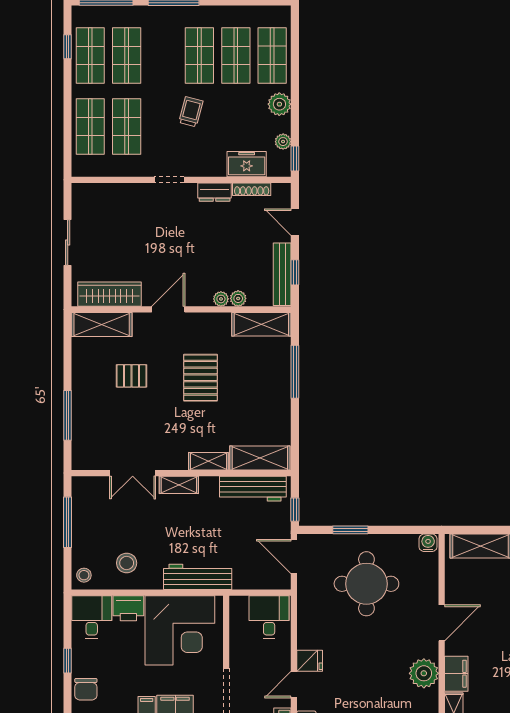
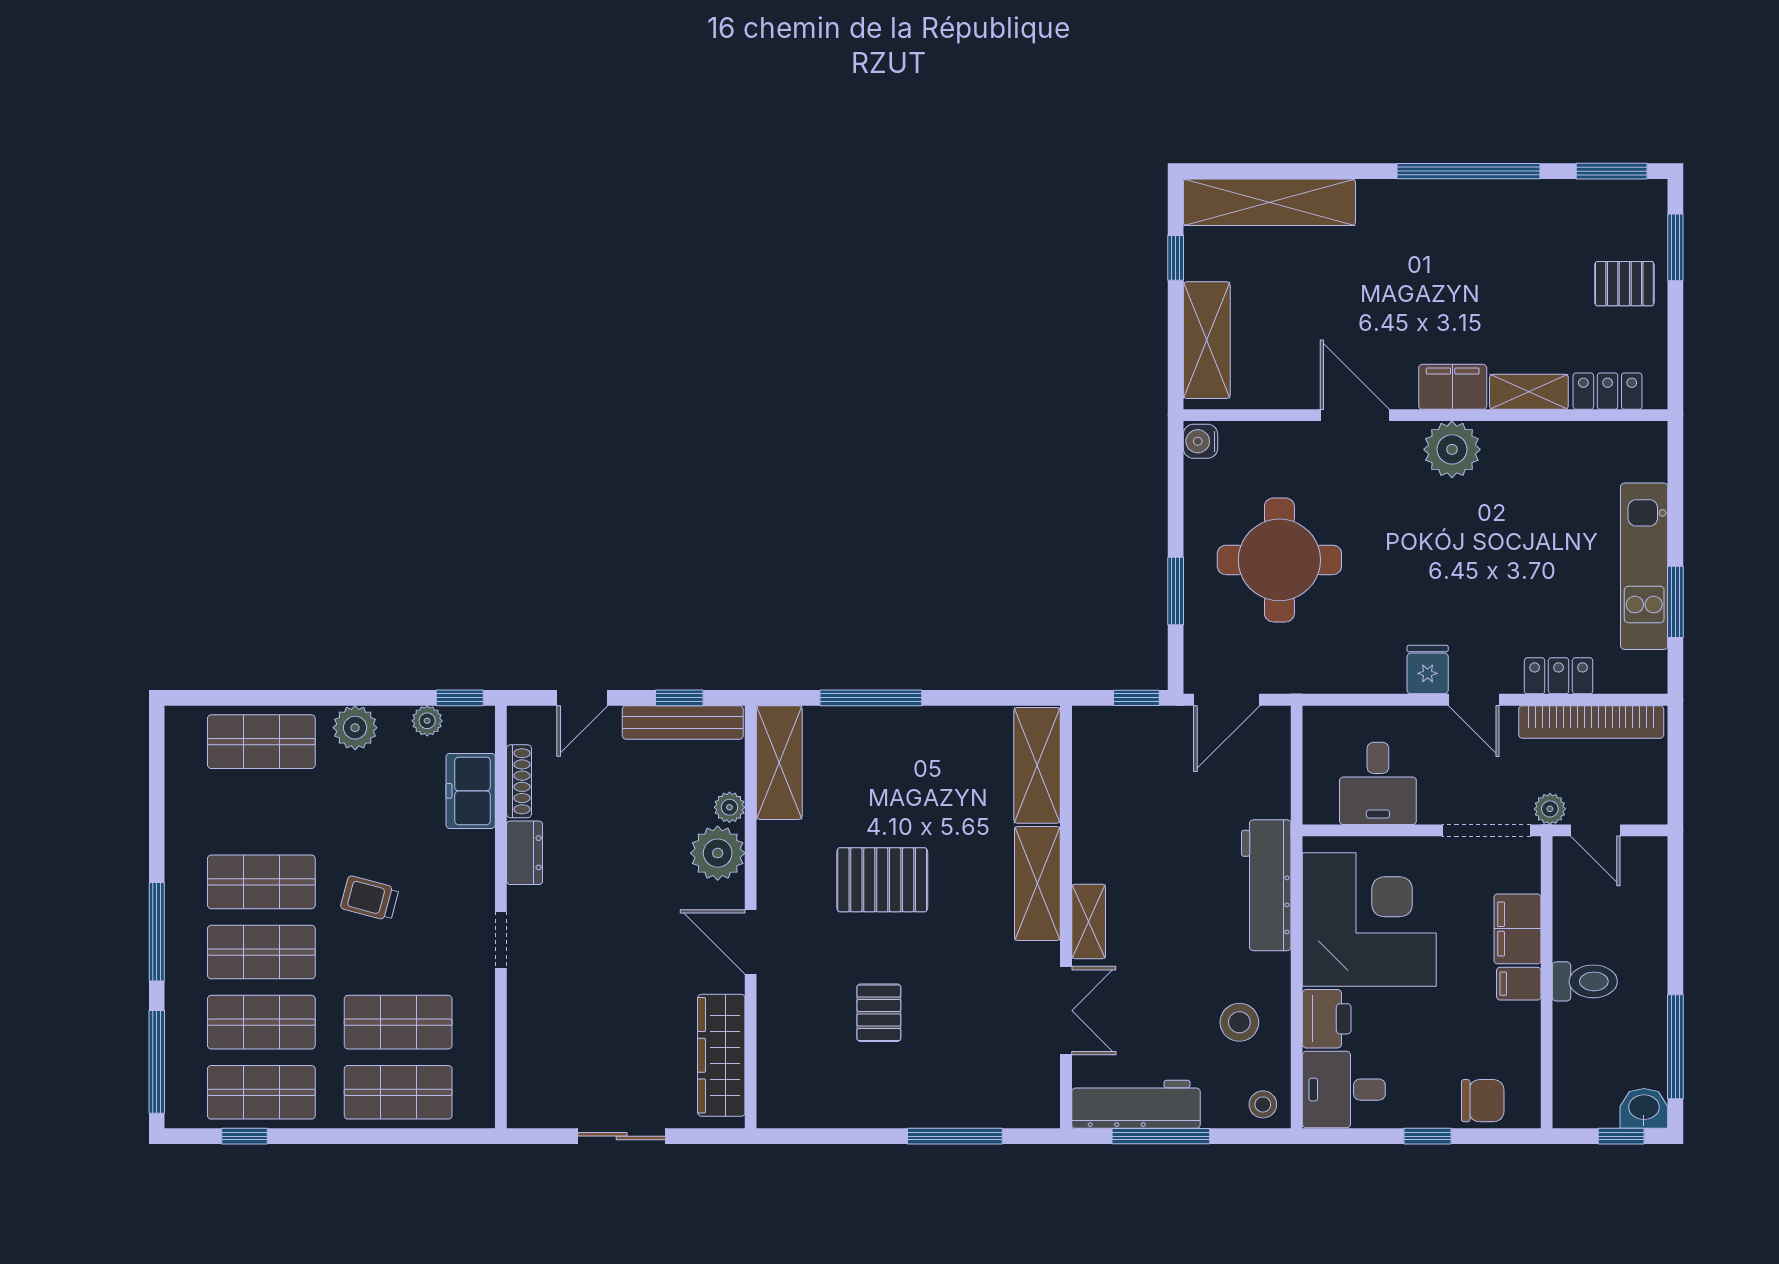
shop shelf: (236, 56) -> (261, 952), moved
plant: (221, 299) -> (718, 853), width x1.88, depth x1.88
shelving: (102, 325) -> (780, 1070), removed
shelving: (208, 461) -> (1037, 884), width x1.50, depth x1.33
workbench: (253, 489) -> (1136, 1104), moved, turned -90
desk: (269, 617) -> (1378, 783), moved, turned -90

